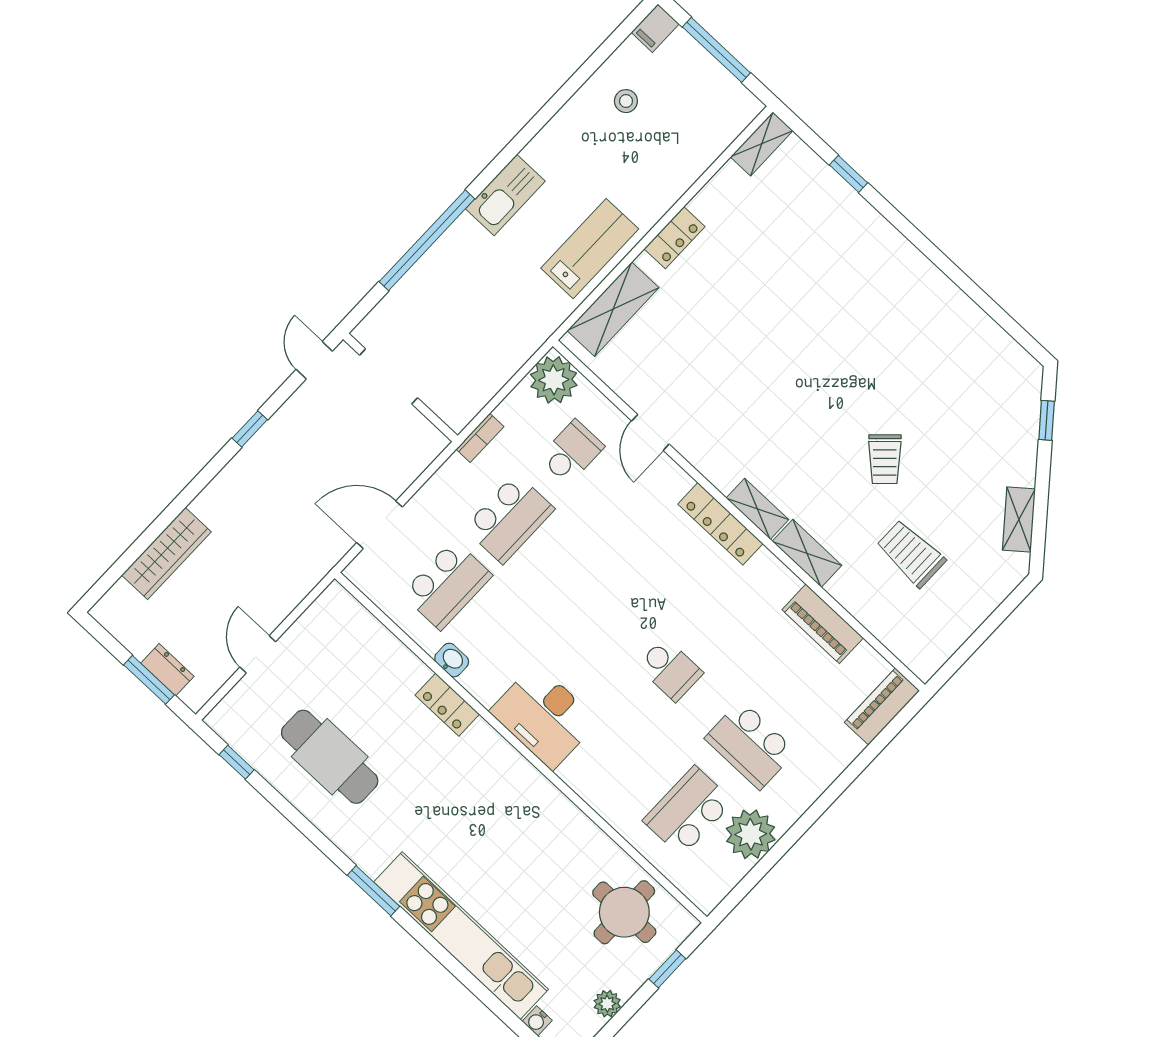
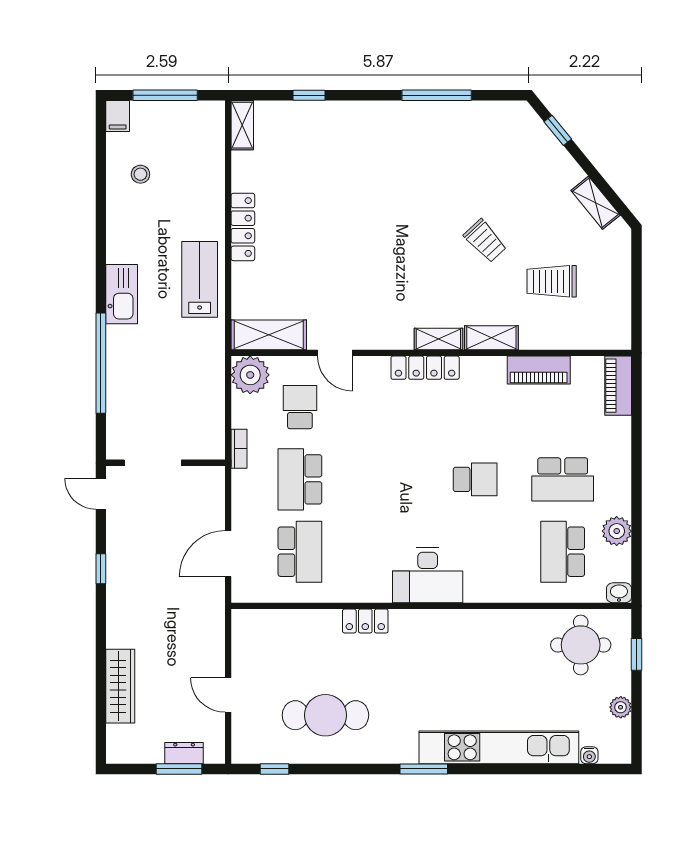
locker: (674, 238) -> (243, 227), width x1.53
window: (966, 284) -> (437, 95), added
shelving: (613, 309) -> (269, 335), moved, turned 90
school desk: (509, 518) -> (300, 479), turned 180
washbasin: (452, 660) -> (619, 593), moved
plant: (751, 834) -> (617, 531), width x0.73, depth x0.73

